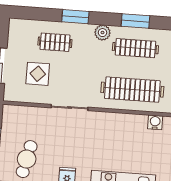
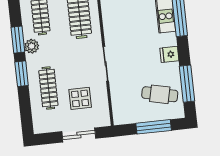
window: (135, 21) -> (18, 40), moved
clothes rail: (55, 42) -> (48, 88), width x1.36

